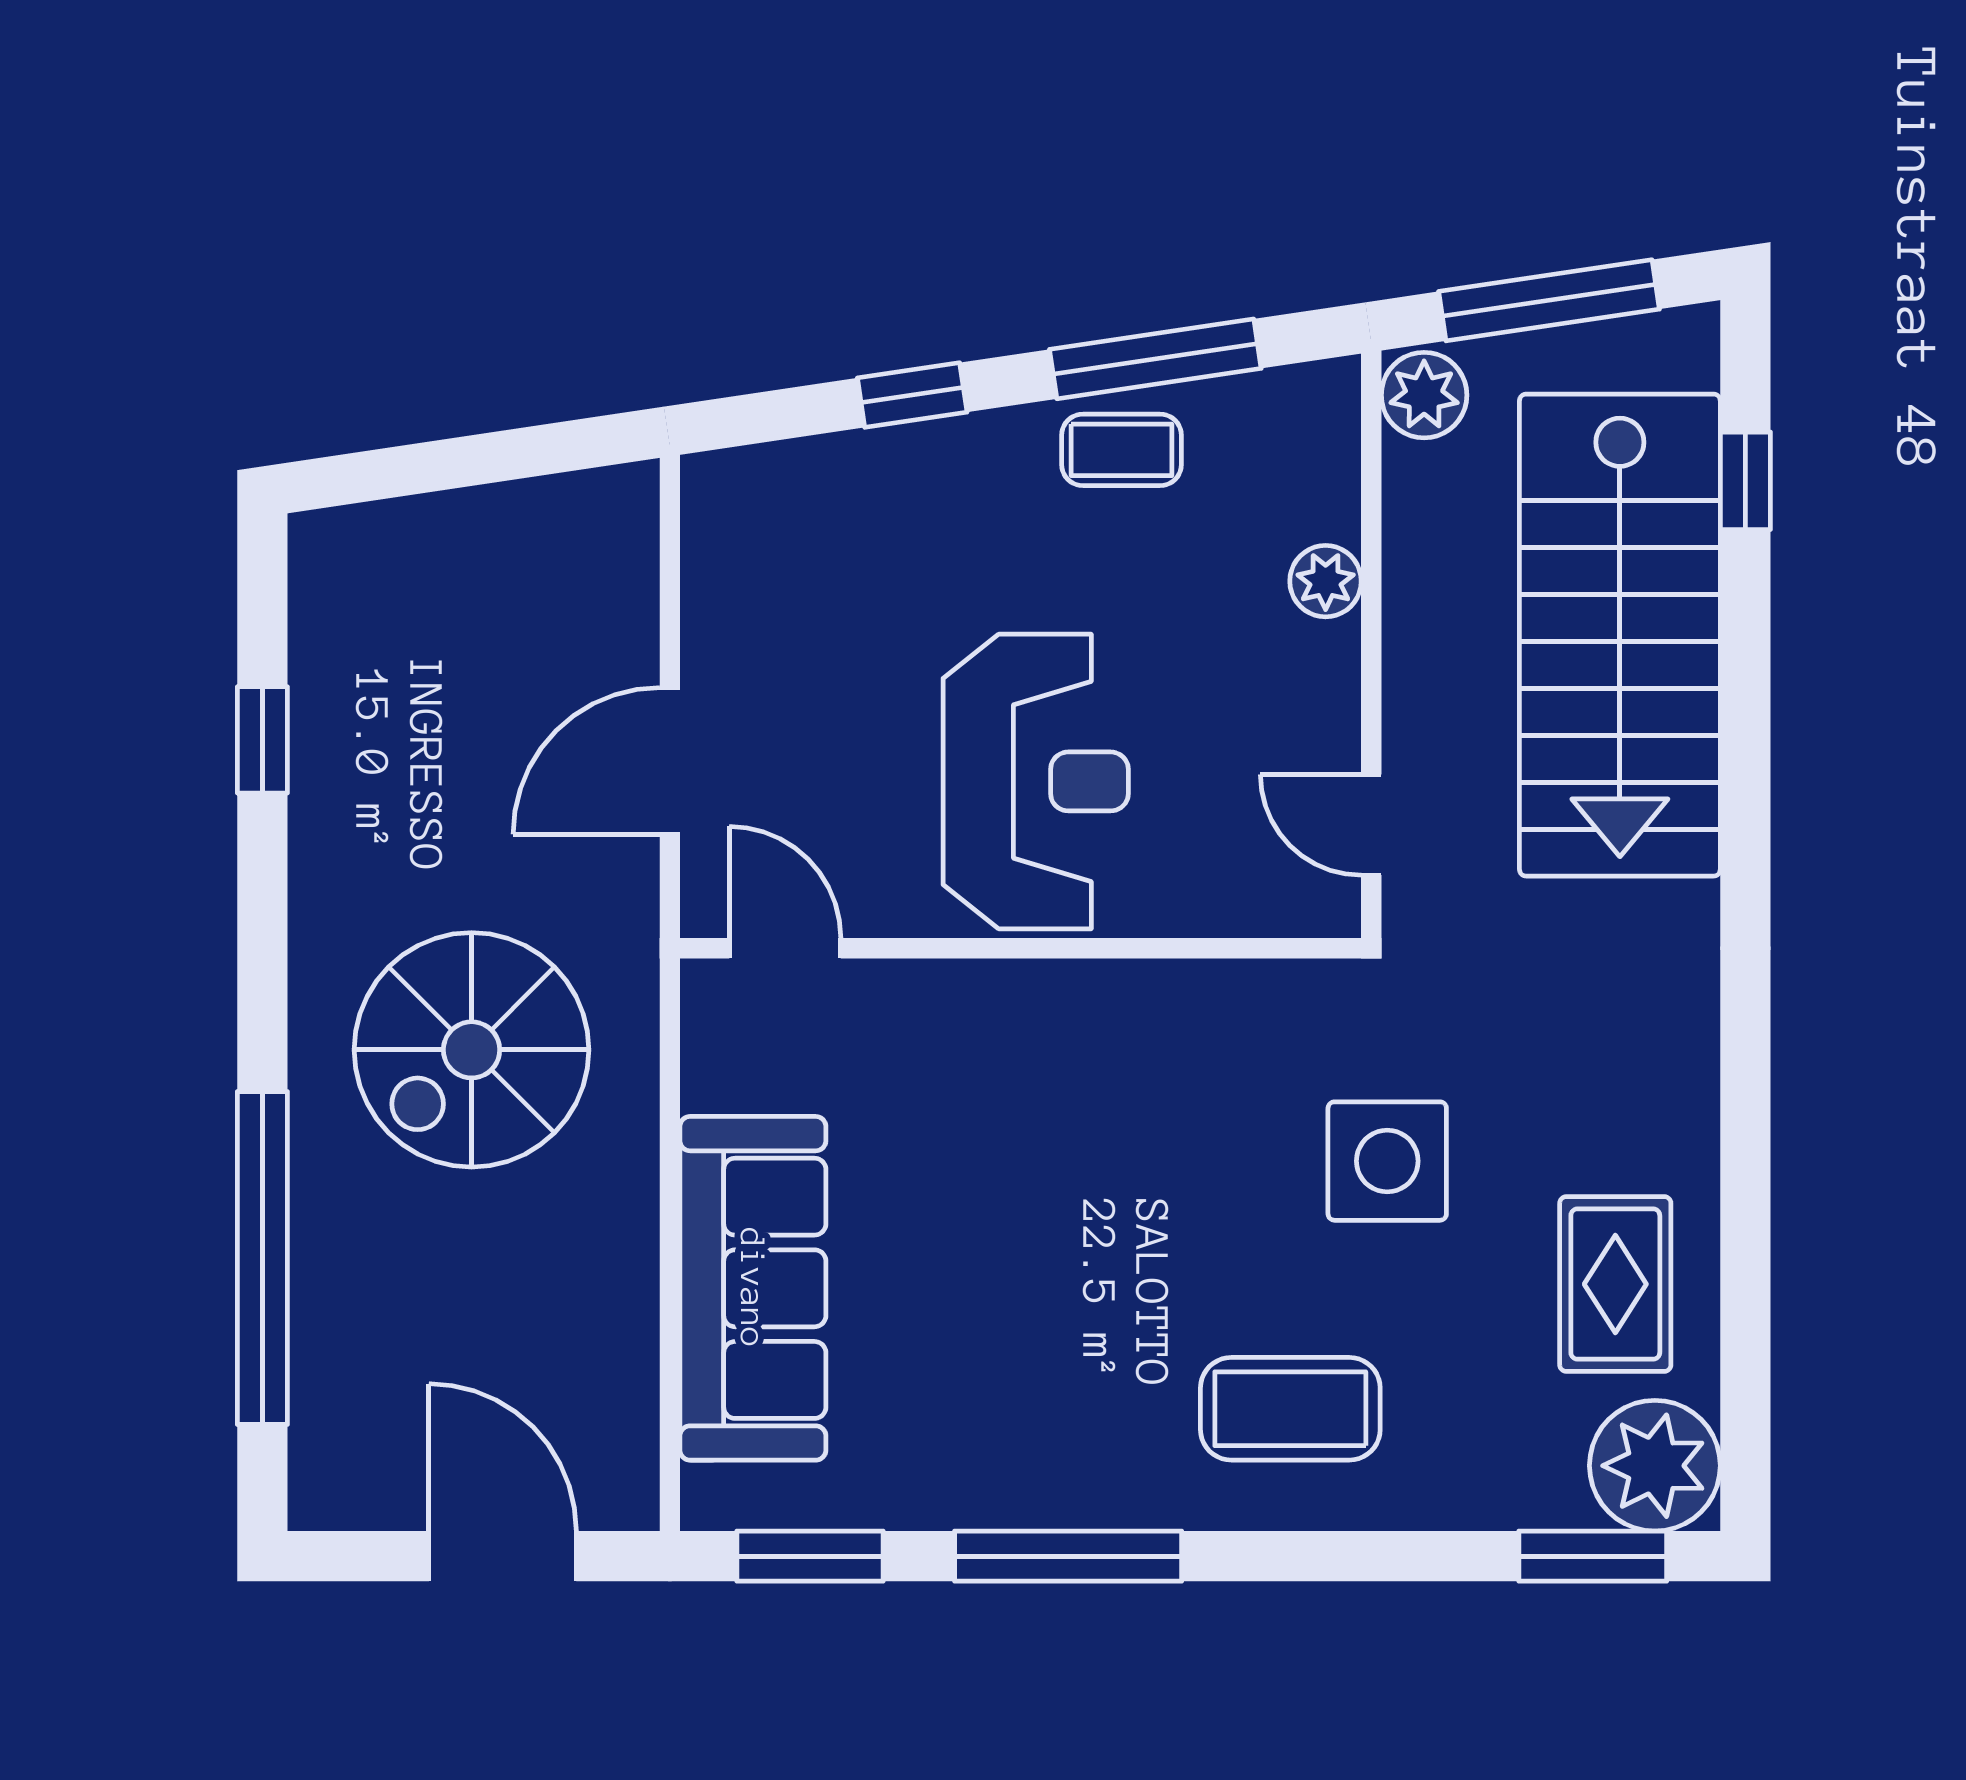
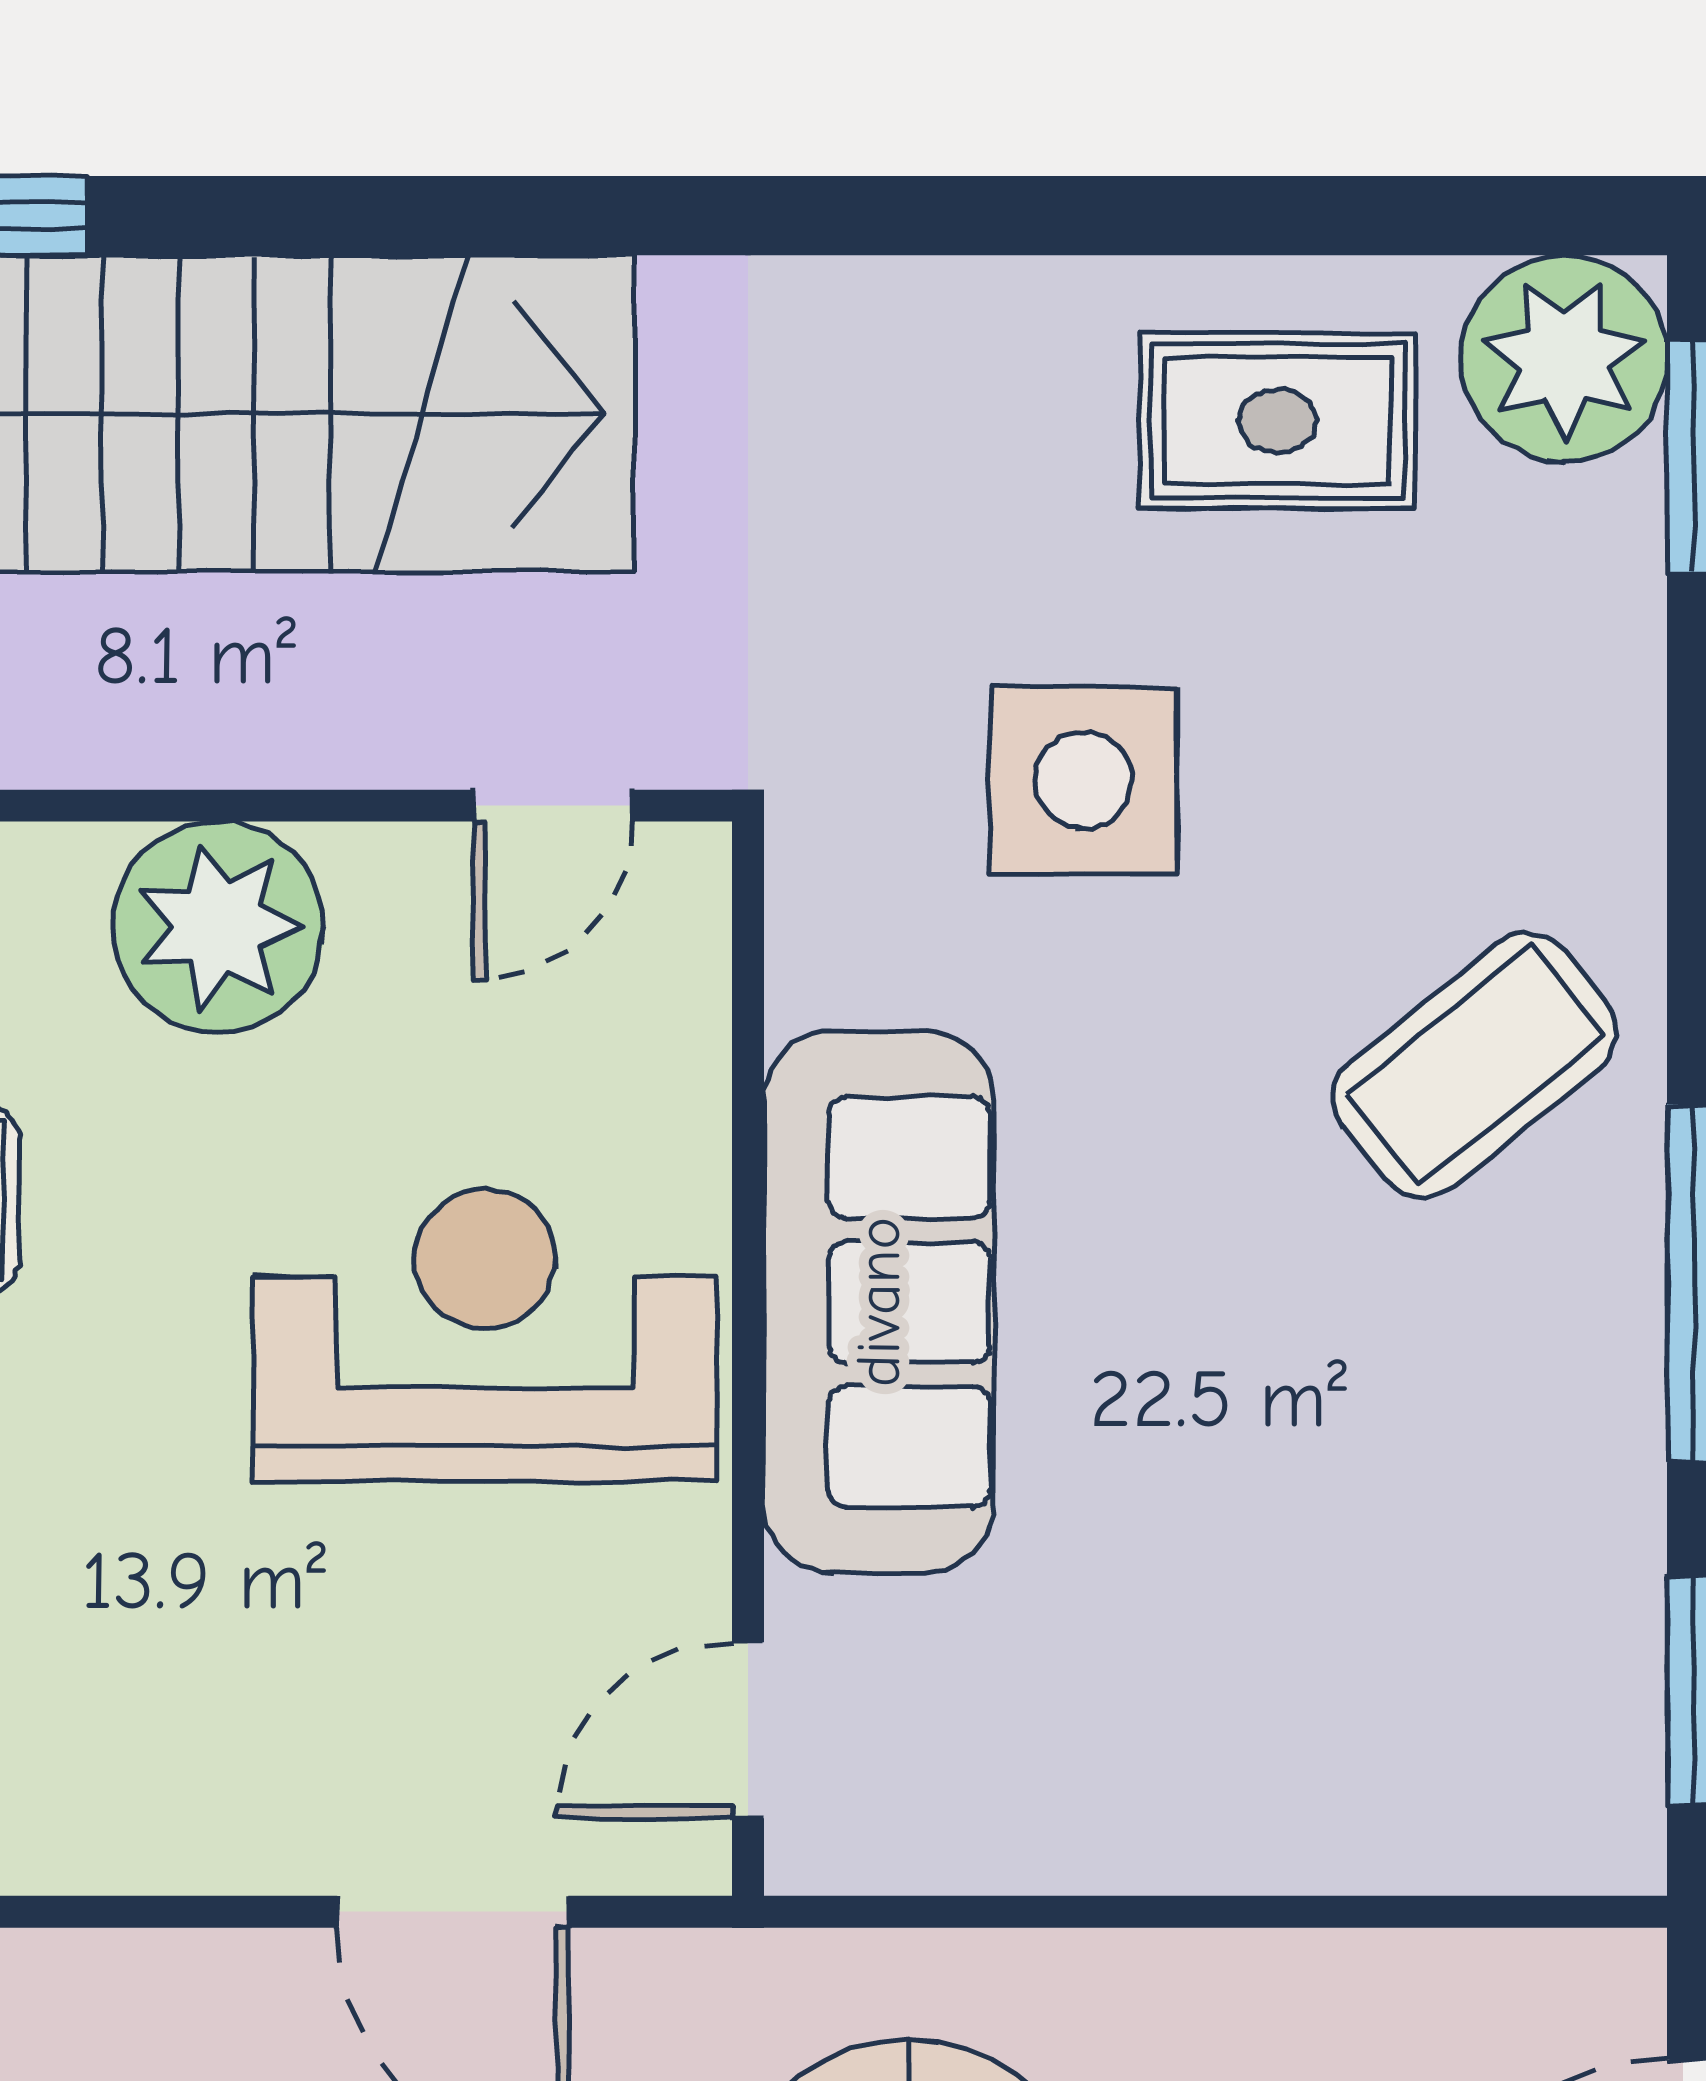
plant: (1326, 581) -> (218, 927), width x1.88, depth x1.88
sofa: (753, 1288) -> (879, 1302), moved, turned 90
coffee table: (1290, 1409) -> (1475, 1065), moved, turned 51

